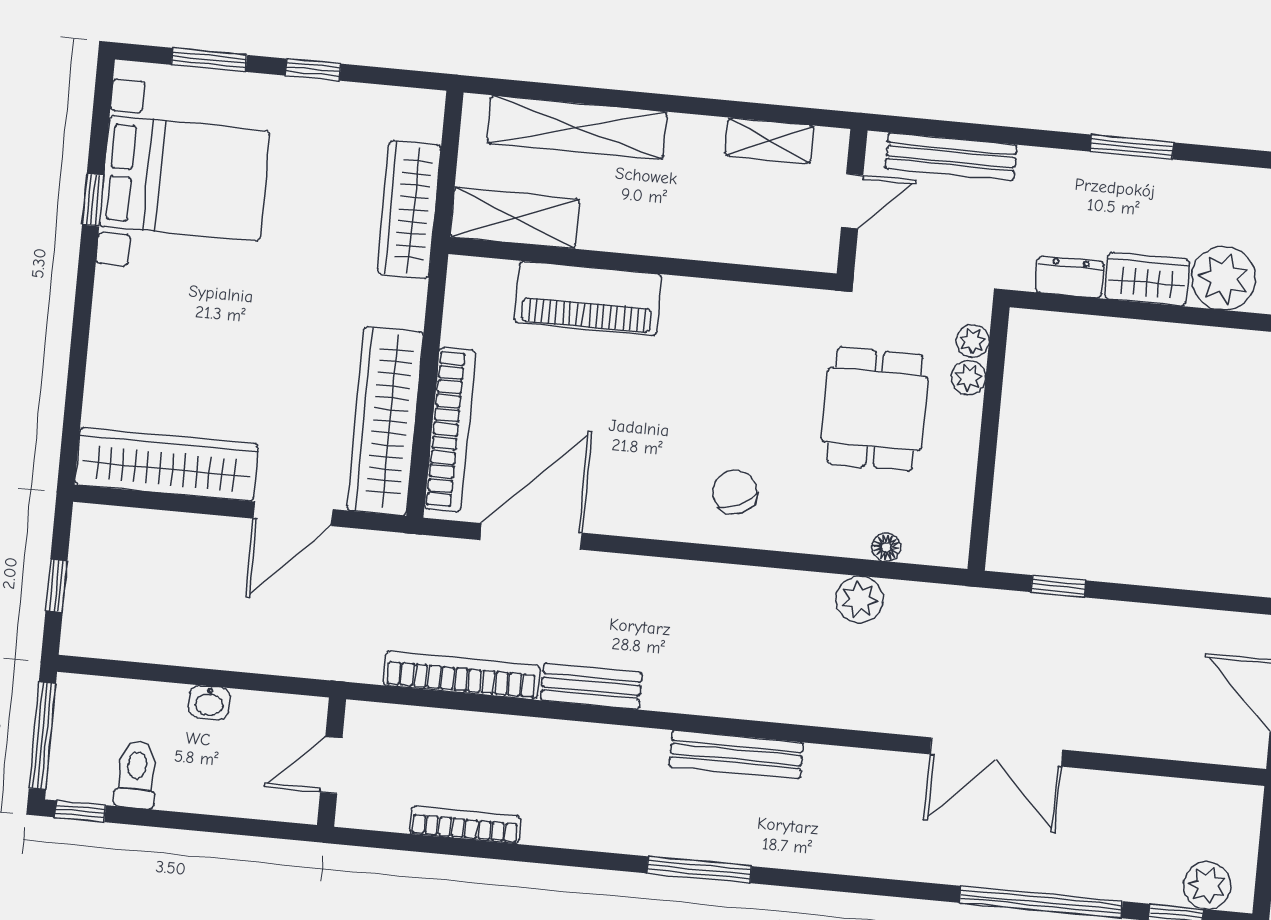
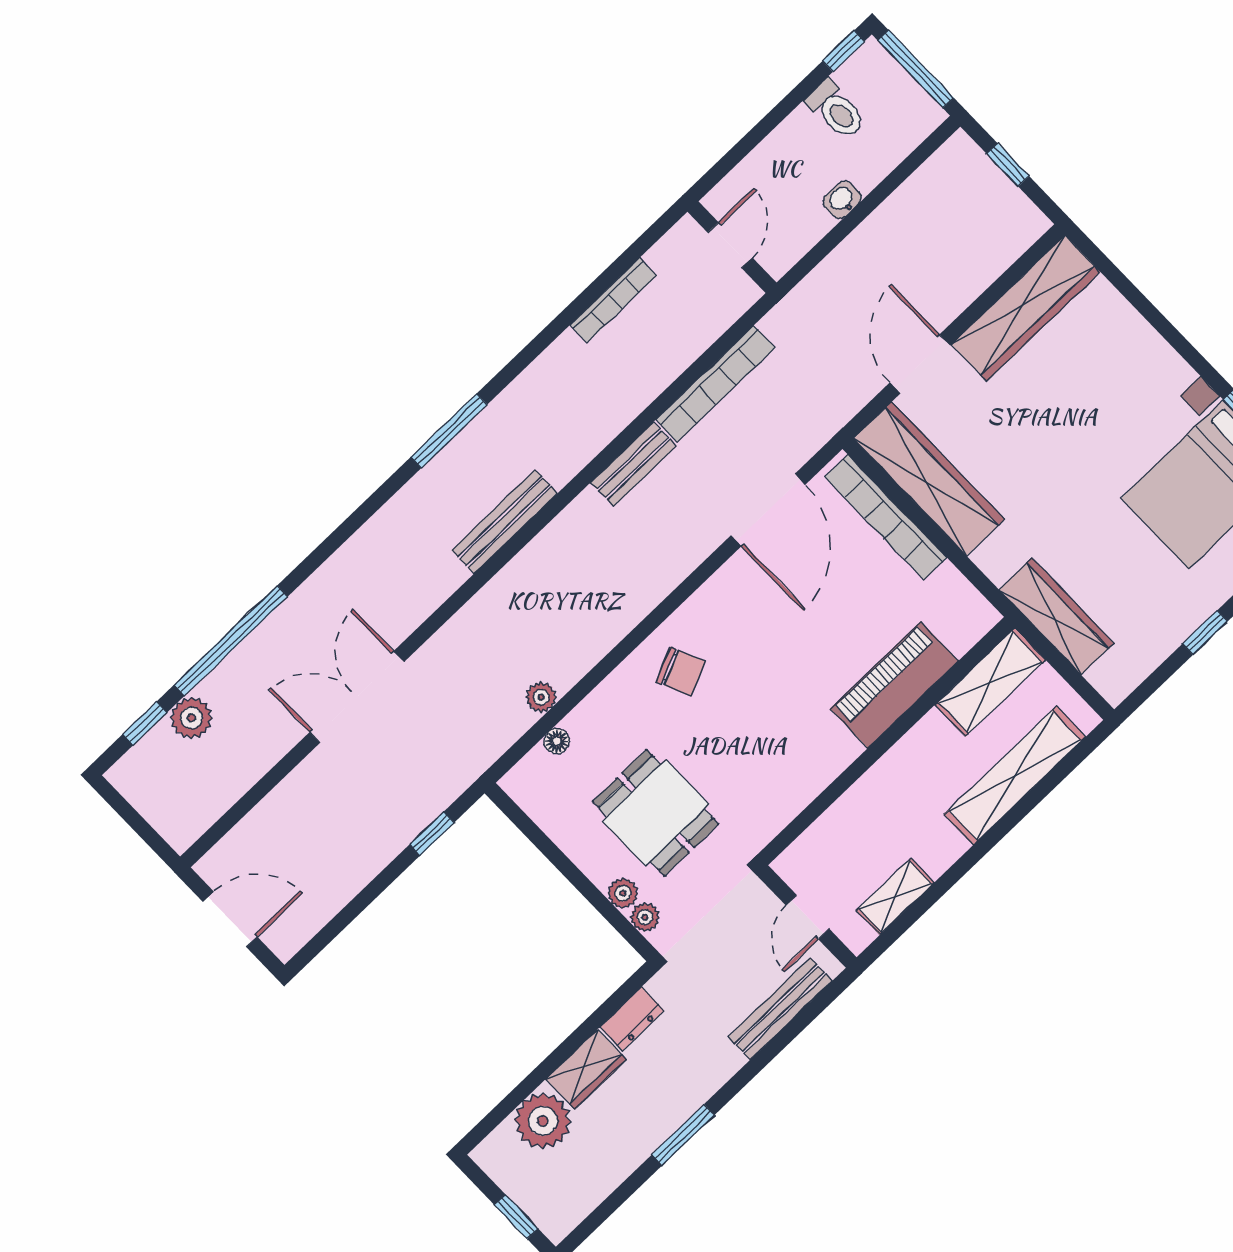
plant: (859, 599) -> (541, 697), width x0.73, depth x0.73
plant: (1207, 885) -> (191, 718), moved

